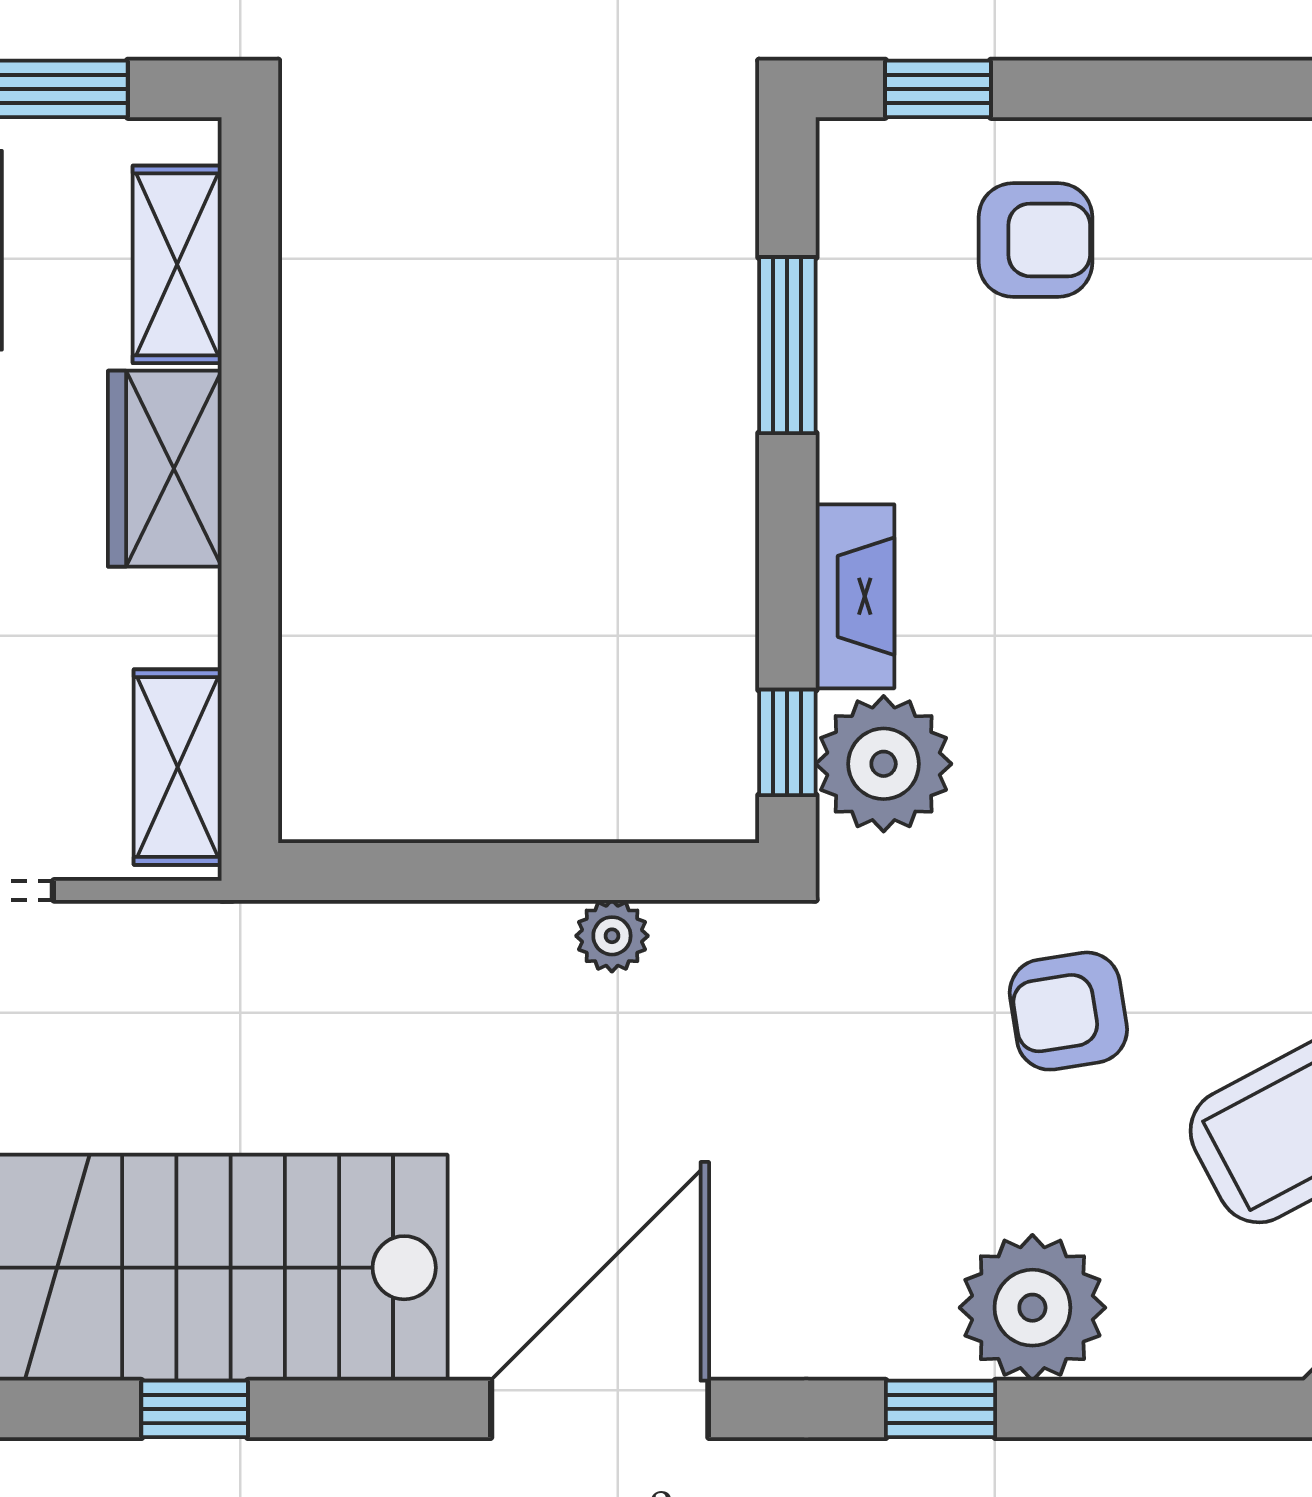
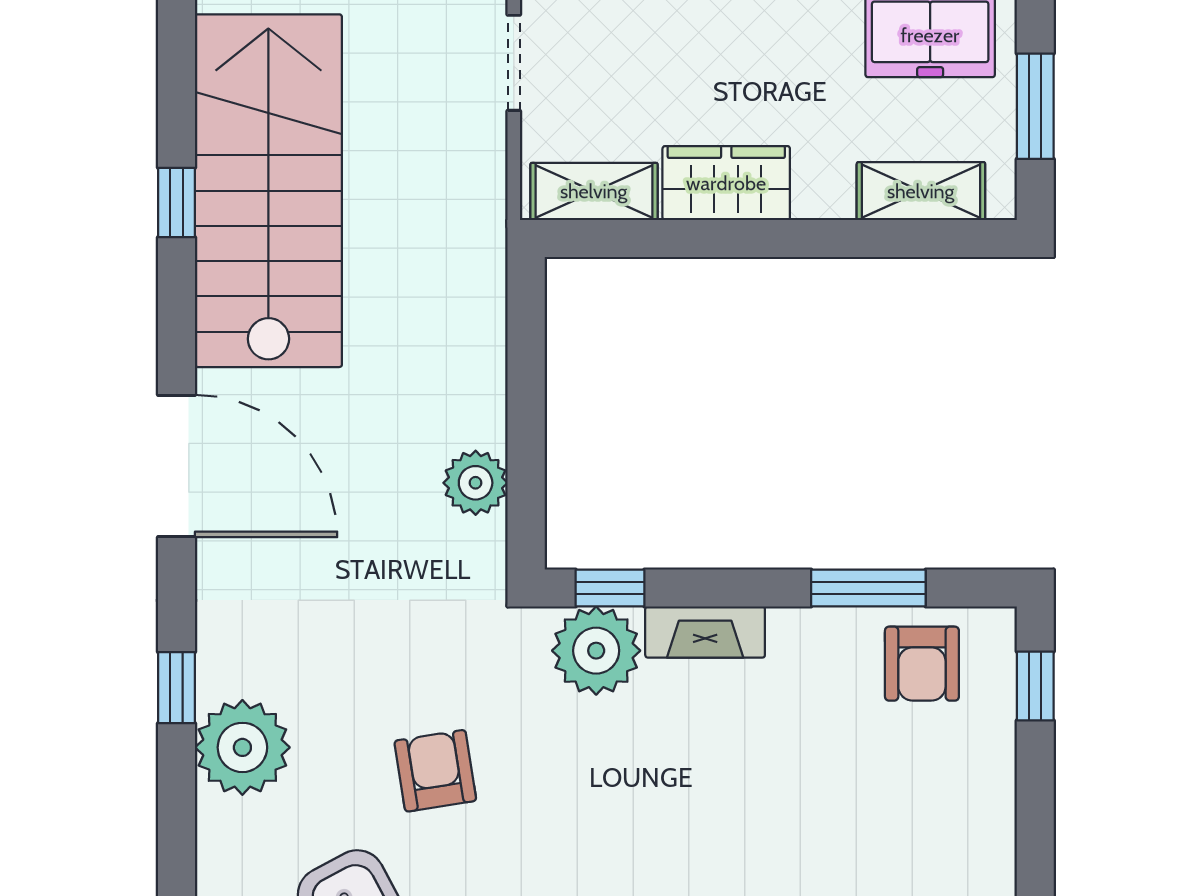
armchair: (1036, 240) -> (922, 664), moved
wardrobe: (165, 469) -> (726, 183), moved
plant: (612, 936) -> (476, 483), width x1.38, depth x1.38

